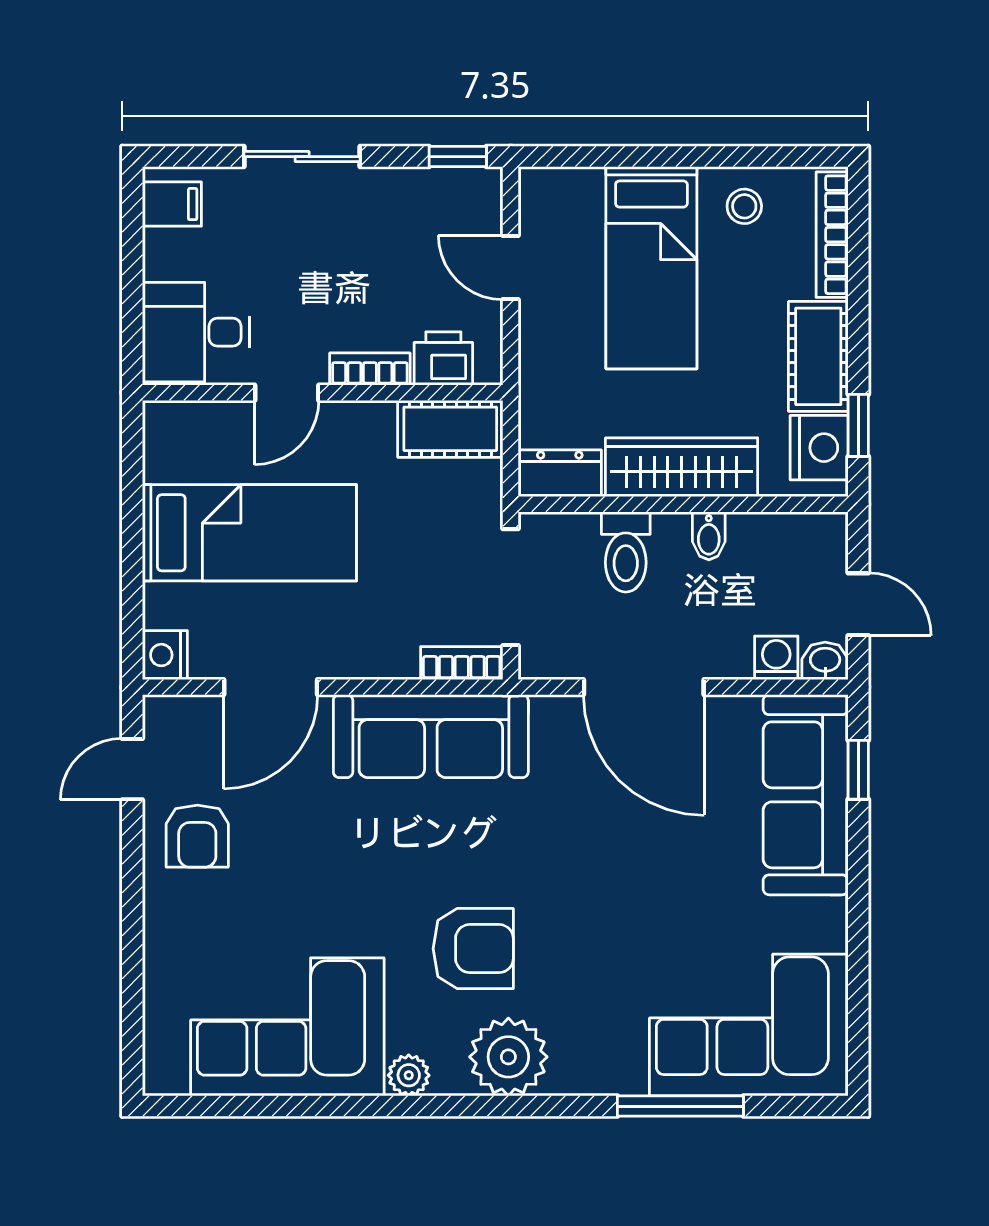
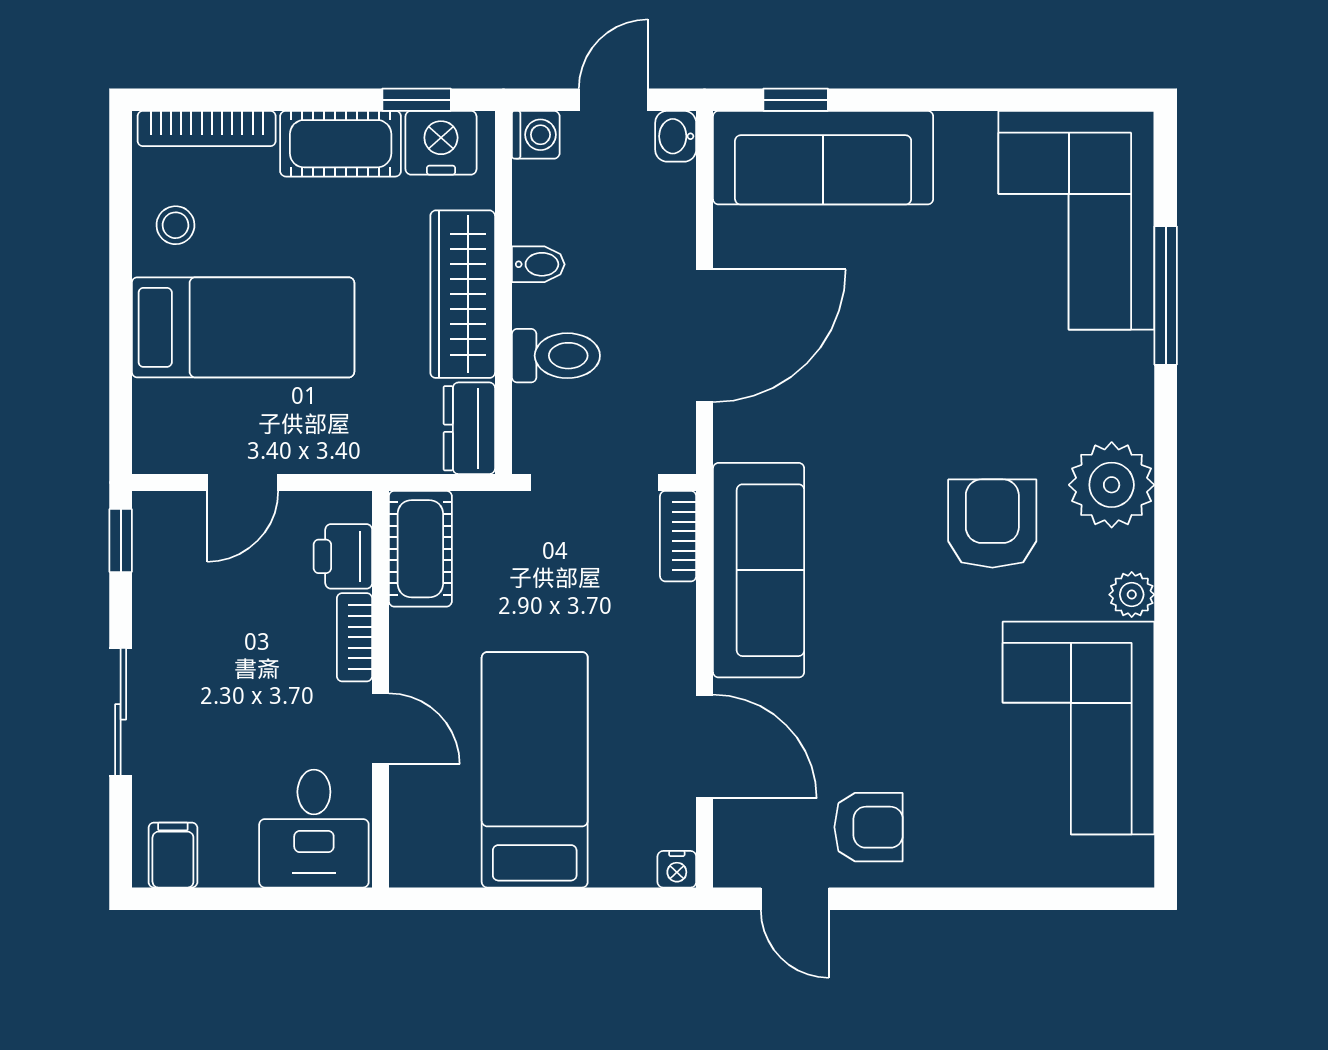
nightstand: (165, 655) -> (677, 869), width x0.72, depth x0.74
washing machine: (776, 658) -> (536, 135), moved, turned 180

